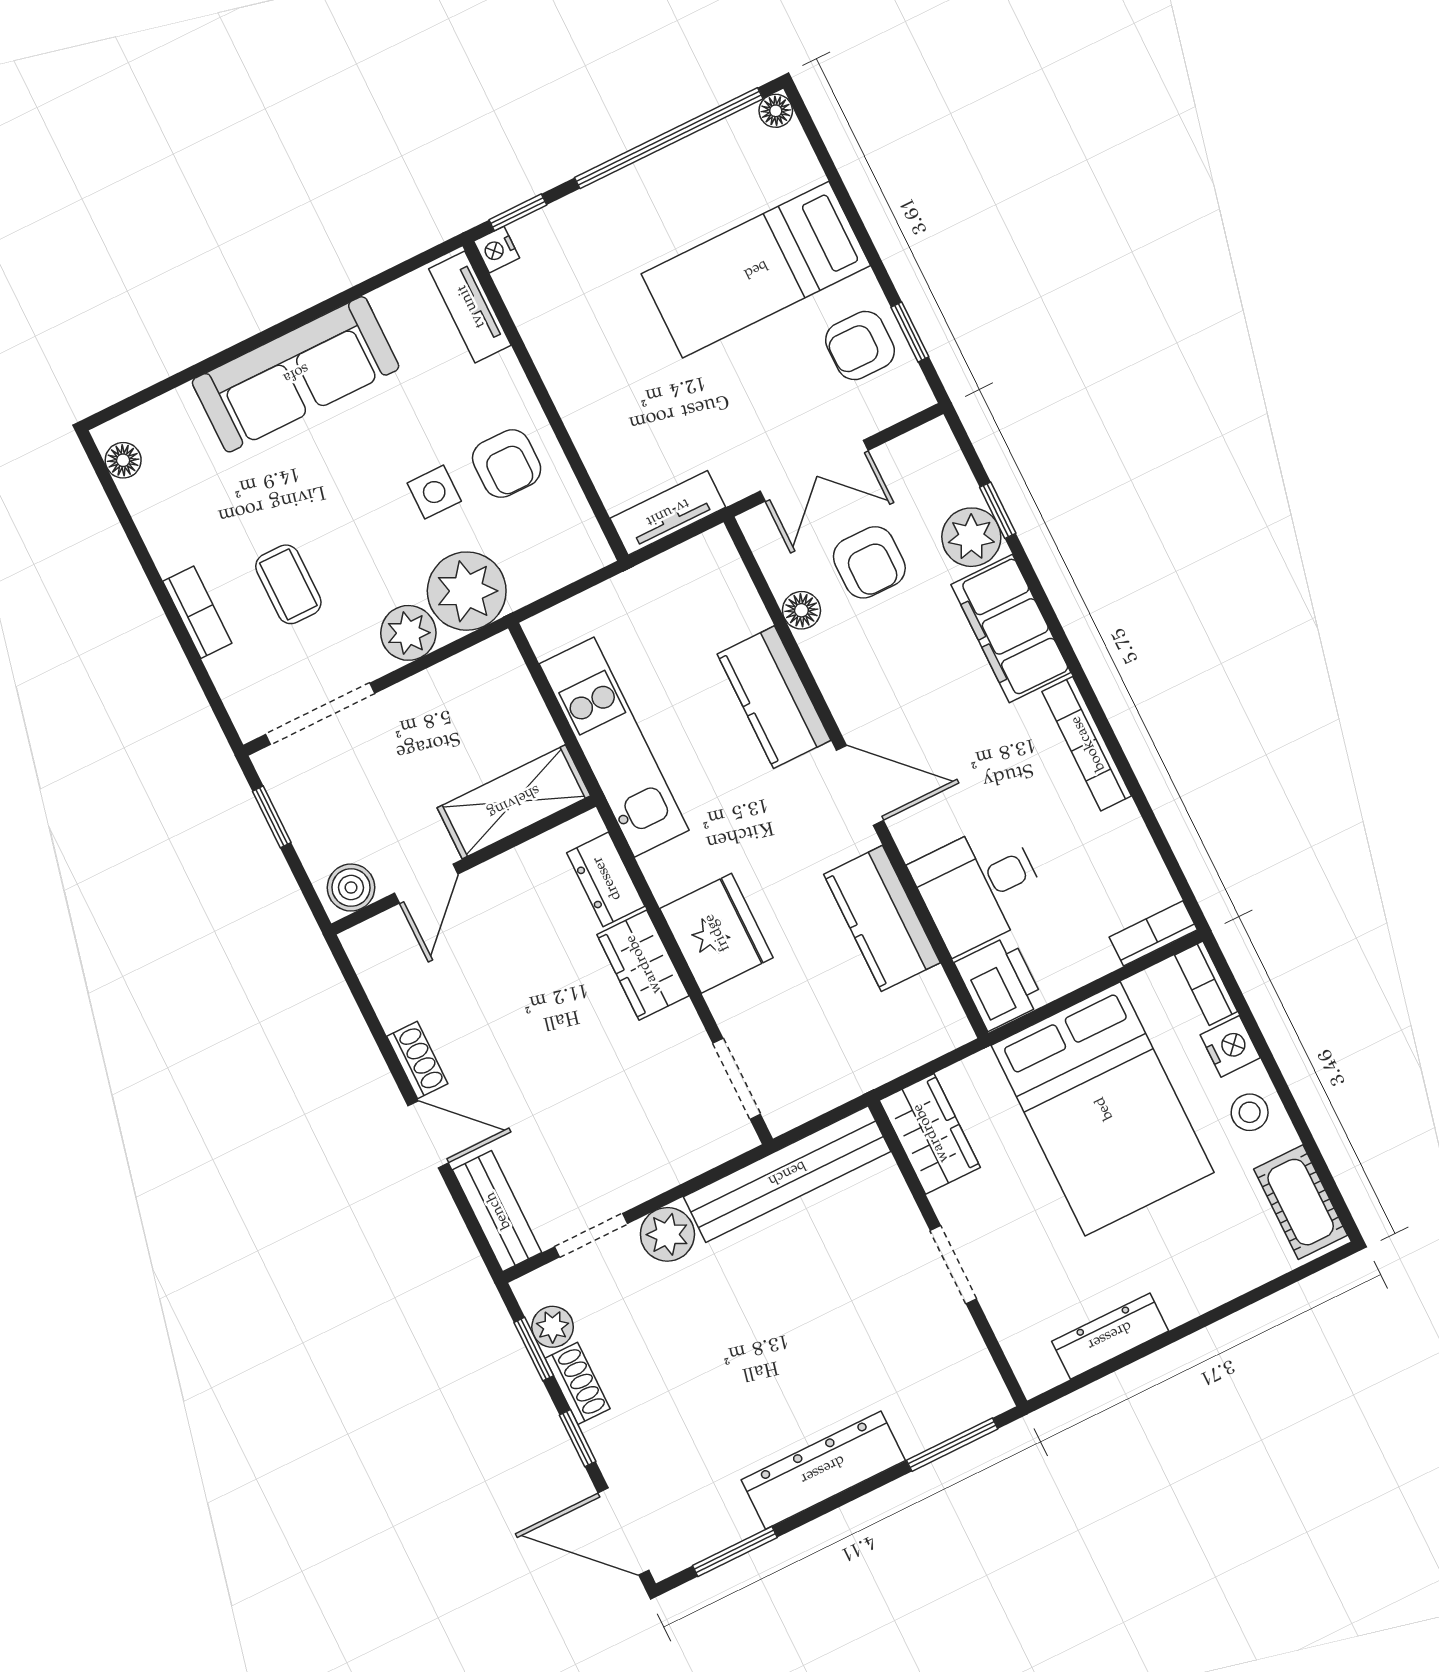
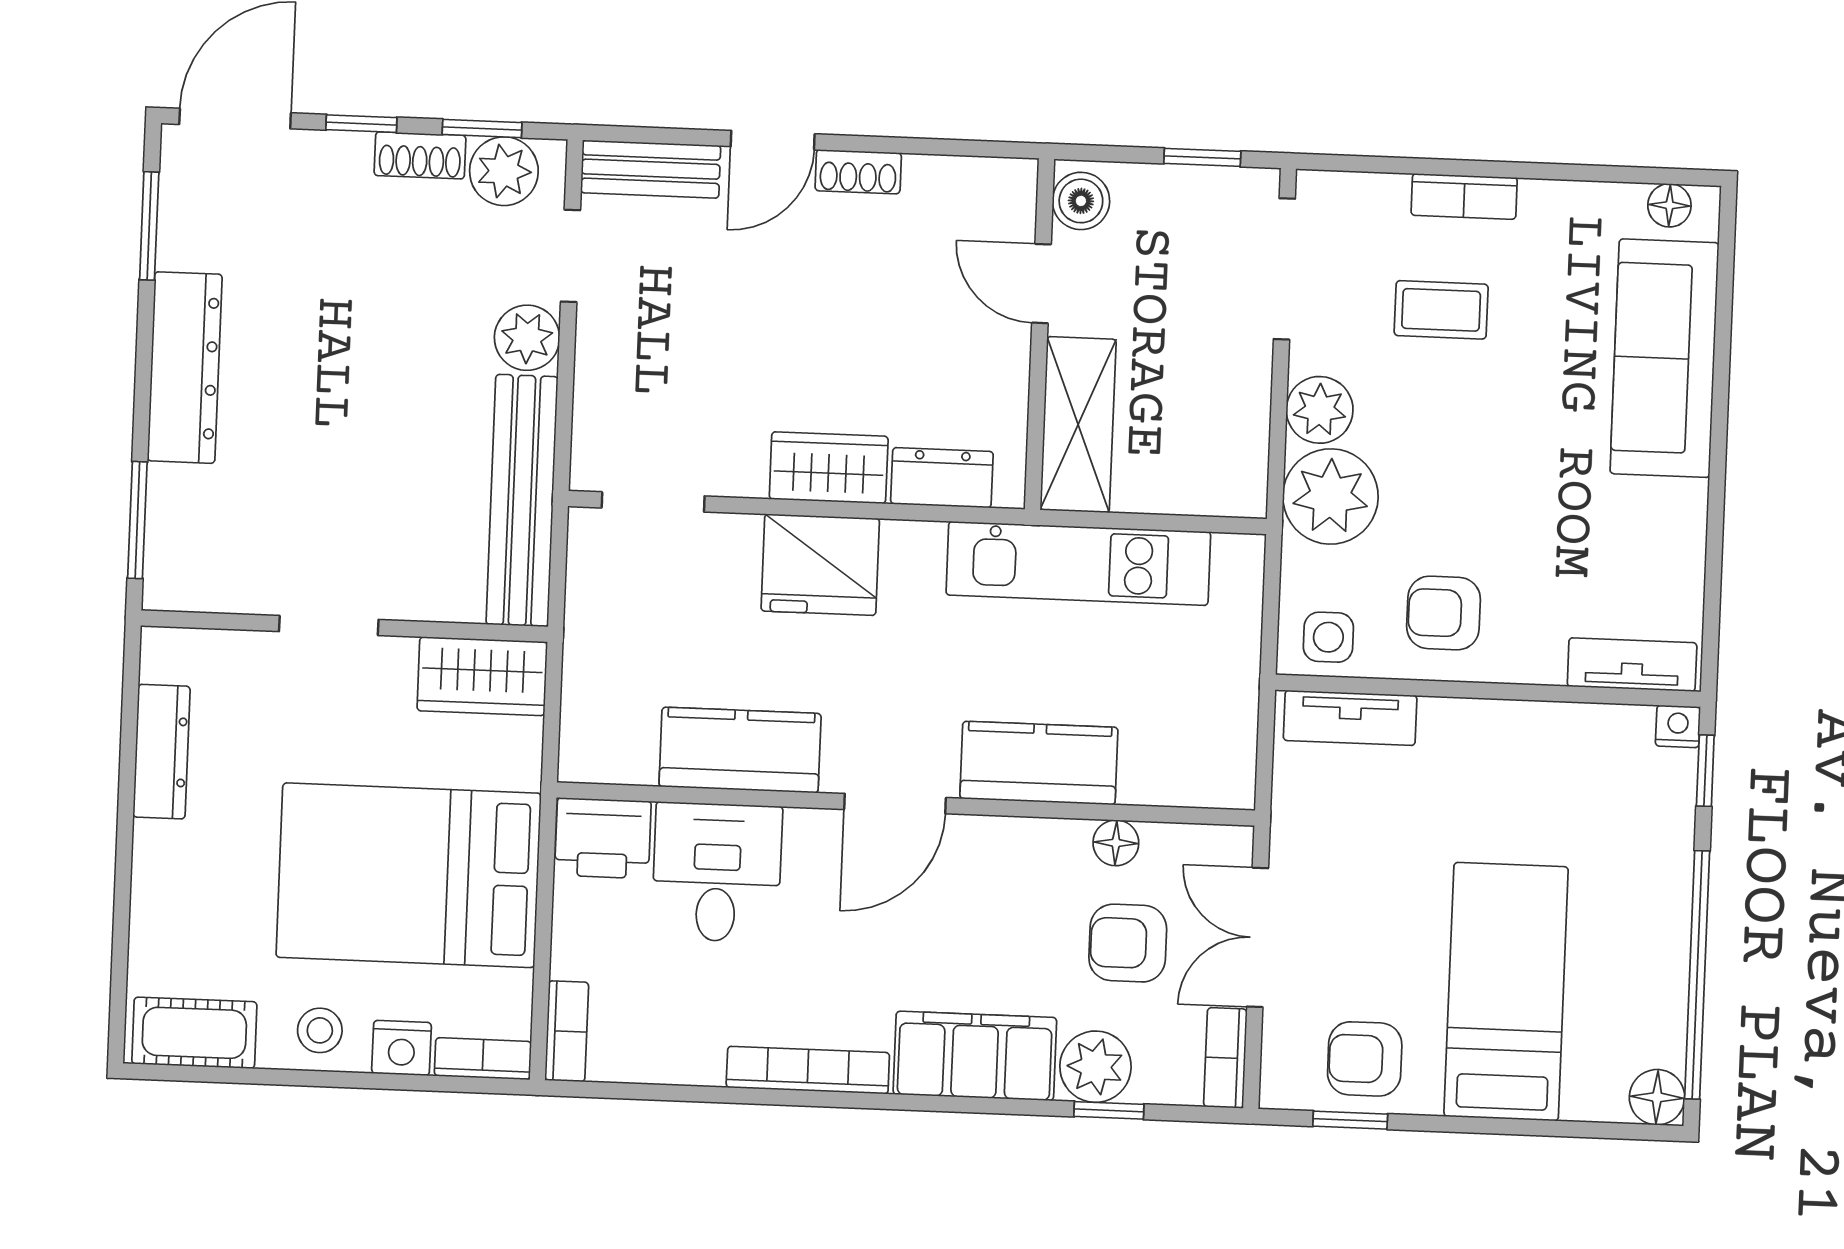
floor lamp: (776, 111) -> (1657, 1097), width x1.37, depth x1.37
armchair: (860, 345) -> (1365, 1059), turned -90
sofa: (296, 374) -> (1664, 358), moved
bookcase: (914, 447) -> (1225, 1058), added
side table: (434, 492) -> (1328, 637), moved
tv unit: (668, 513) -> (1350, 718), moved, turned 90
plant: (553, 1327) -> (504, 171), width x1.38, depth x1.38

